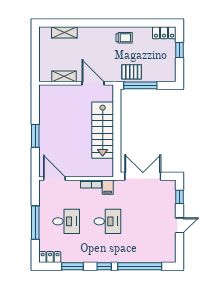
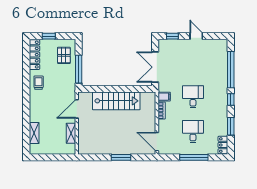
locker: (164, 33) -> (34, 55), width x1.53
pallet: (132, 72) -> (64, 55), moved
door: (54, 179) -> (157, 142), hinge flipped

